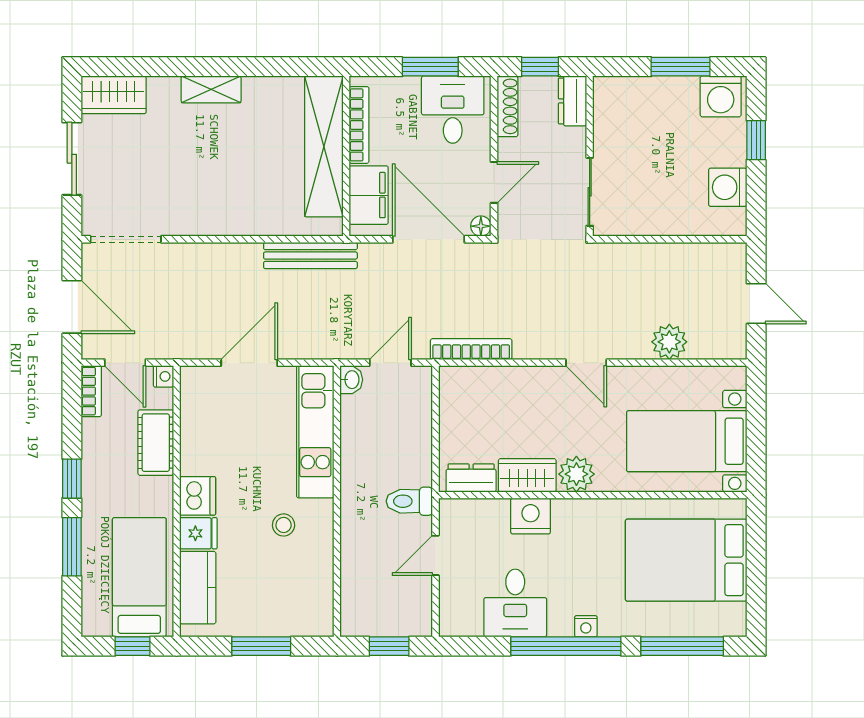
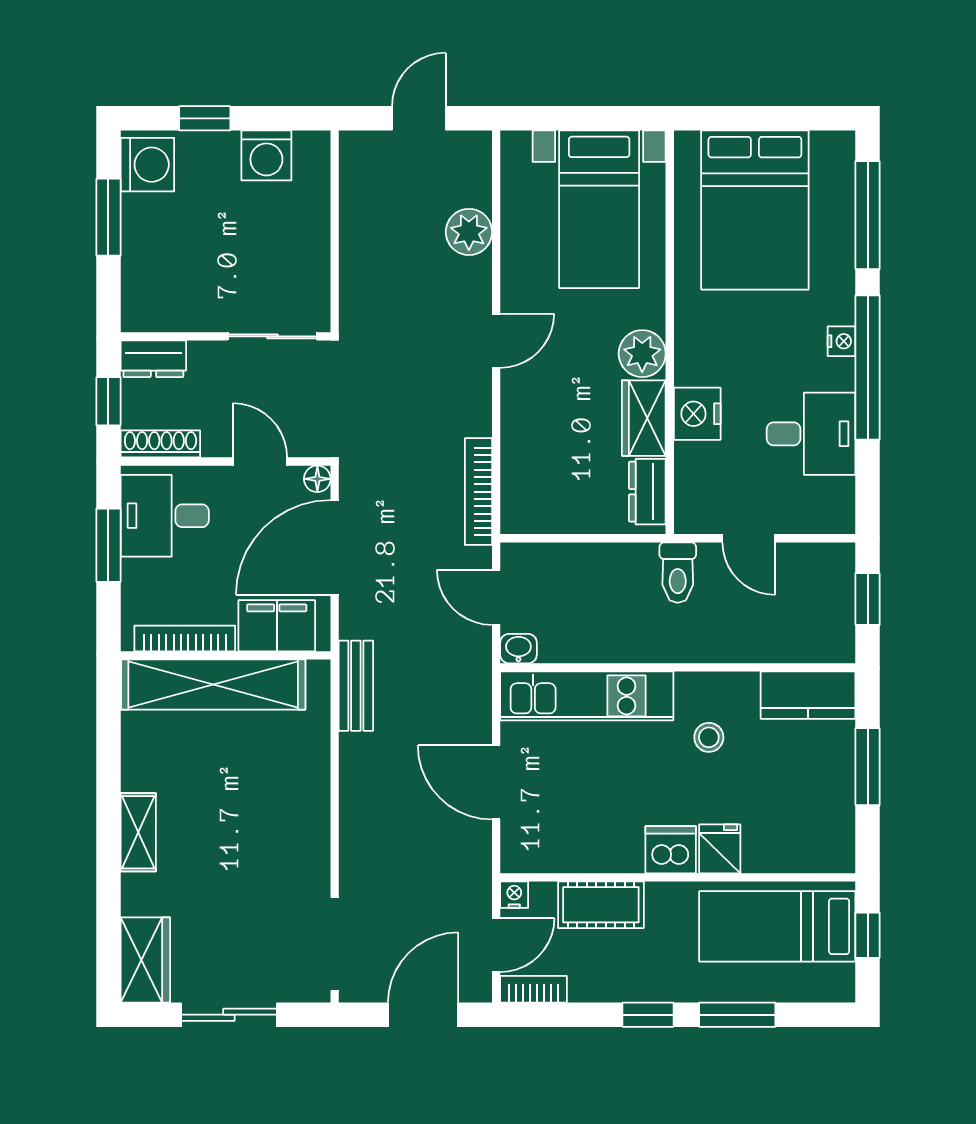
bench: (310, 256) -> (356, 686), width x0.73
kitchen counter: (198, 588) -> (808, 695), moved, turned 180

